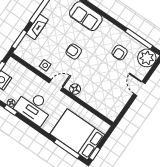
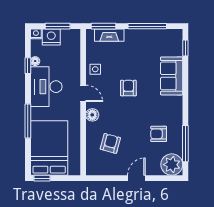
fireplace: (37, 27) -> (109, 35), moved
armchair: (103, 90) -> (110, 143), added
window: (67, 149) -> (28, 121), moved

